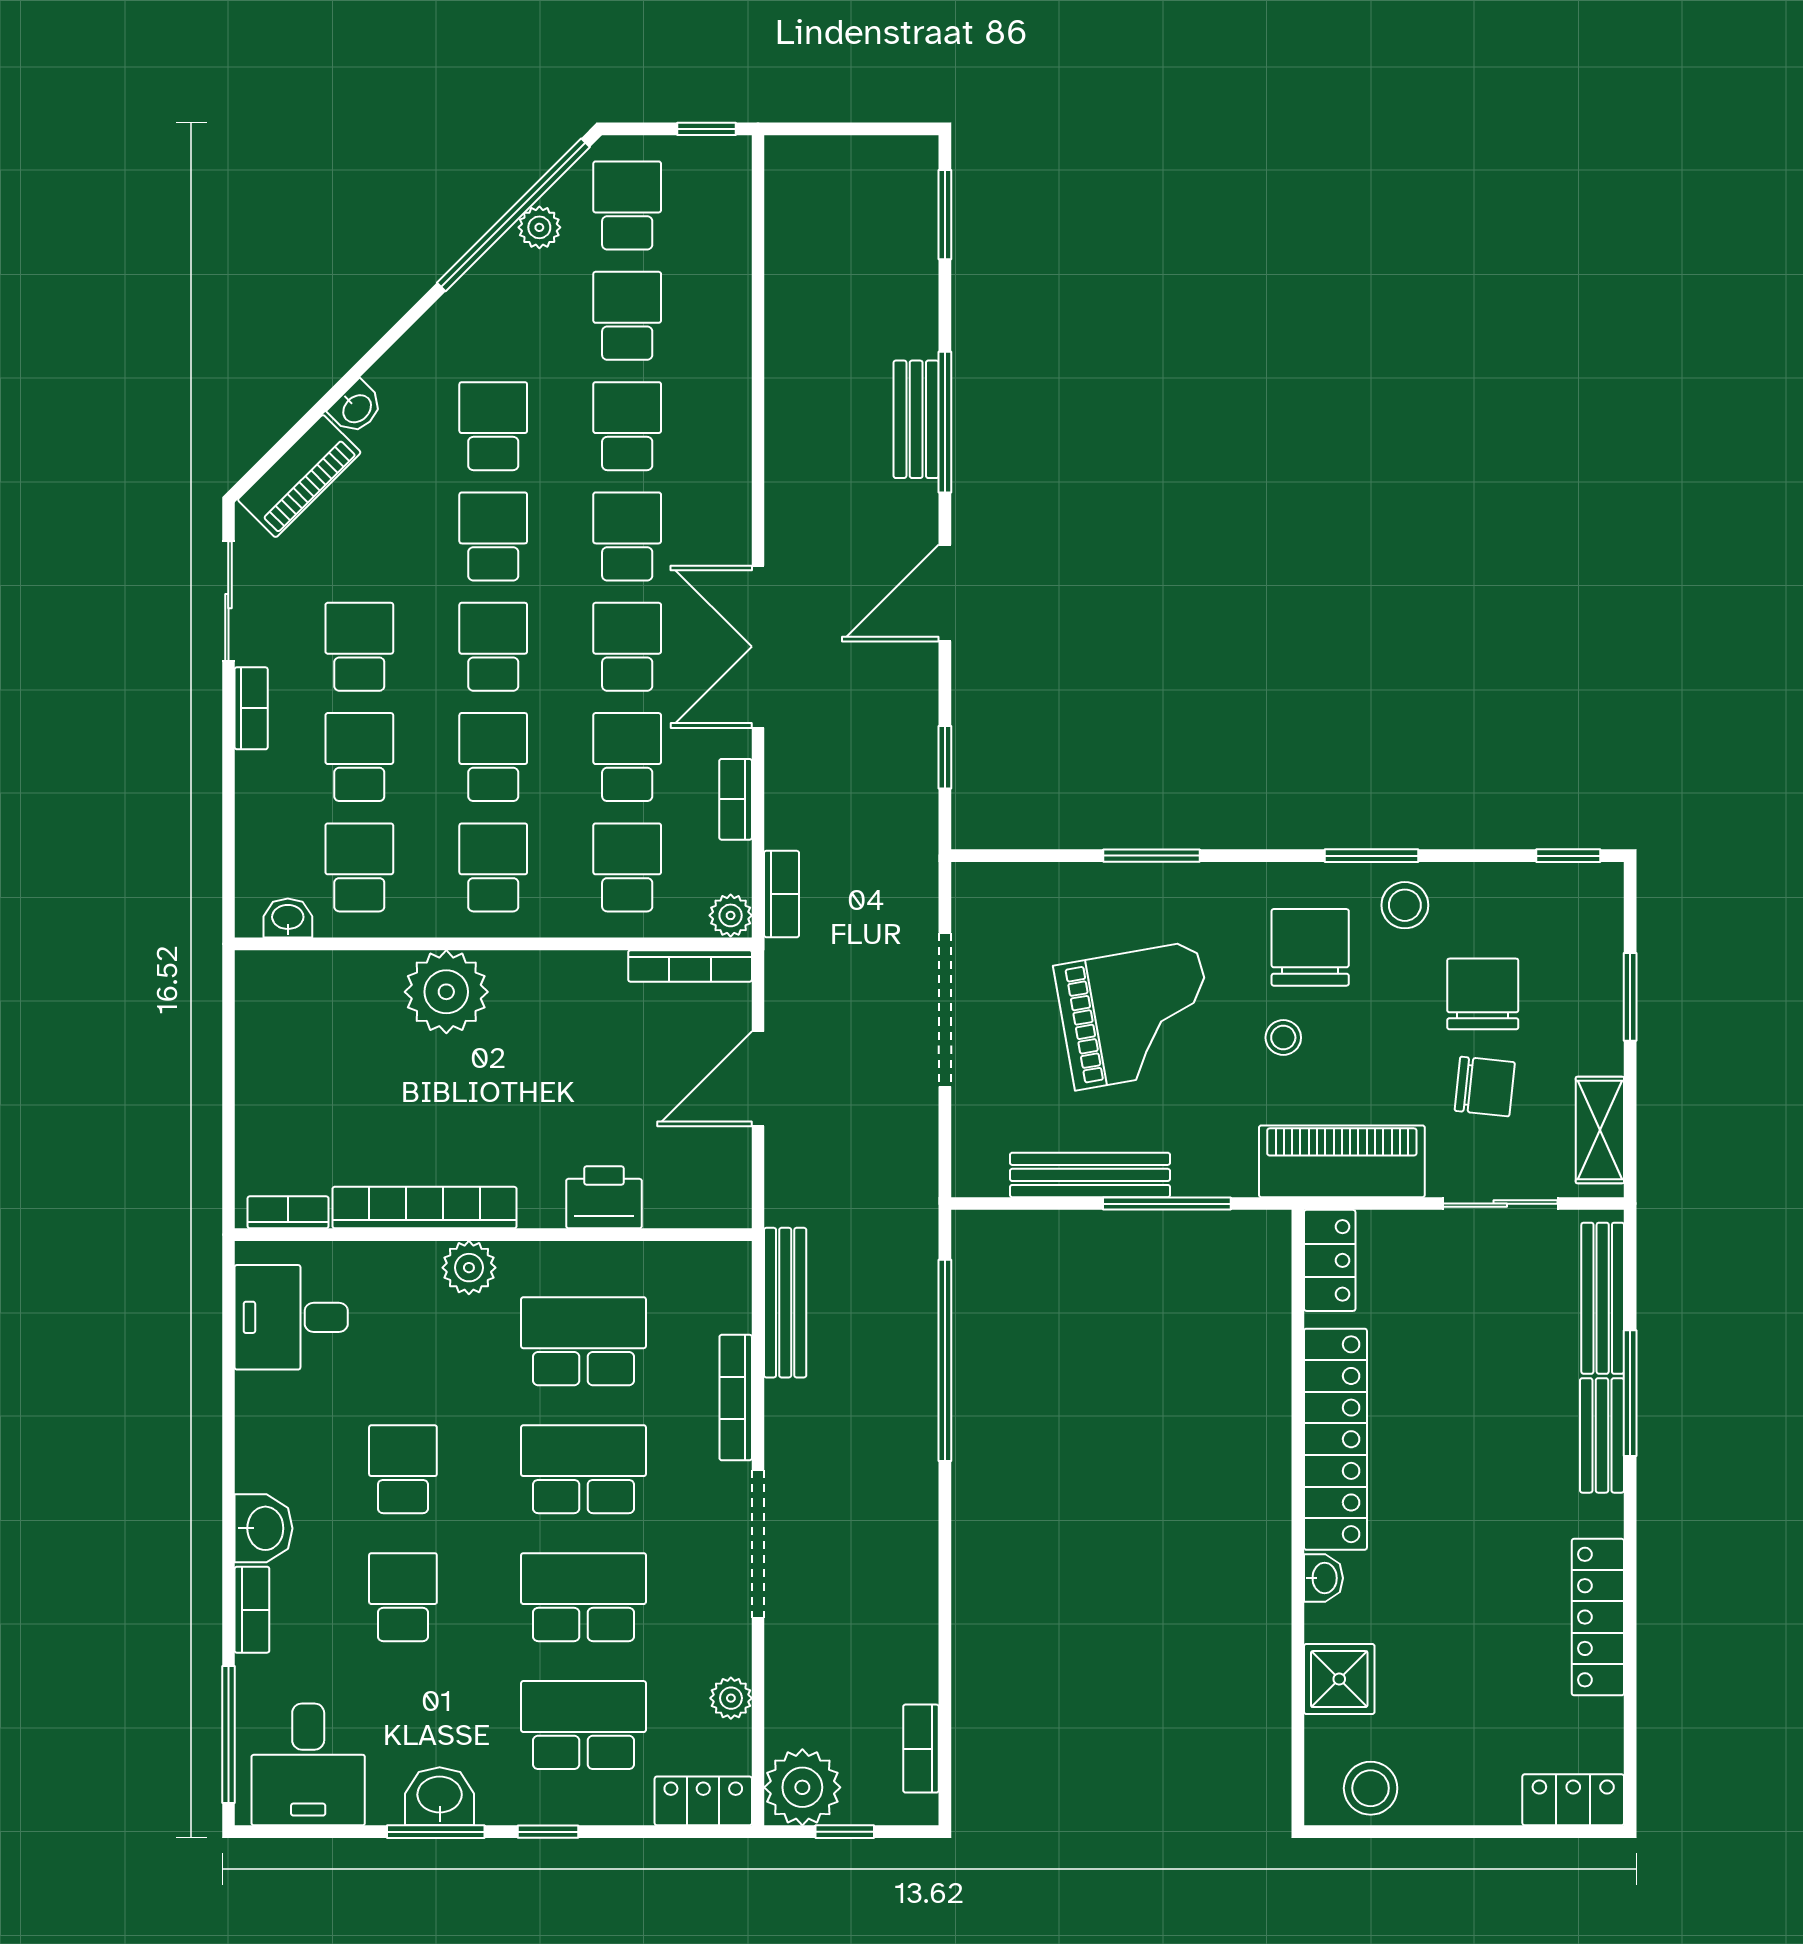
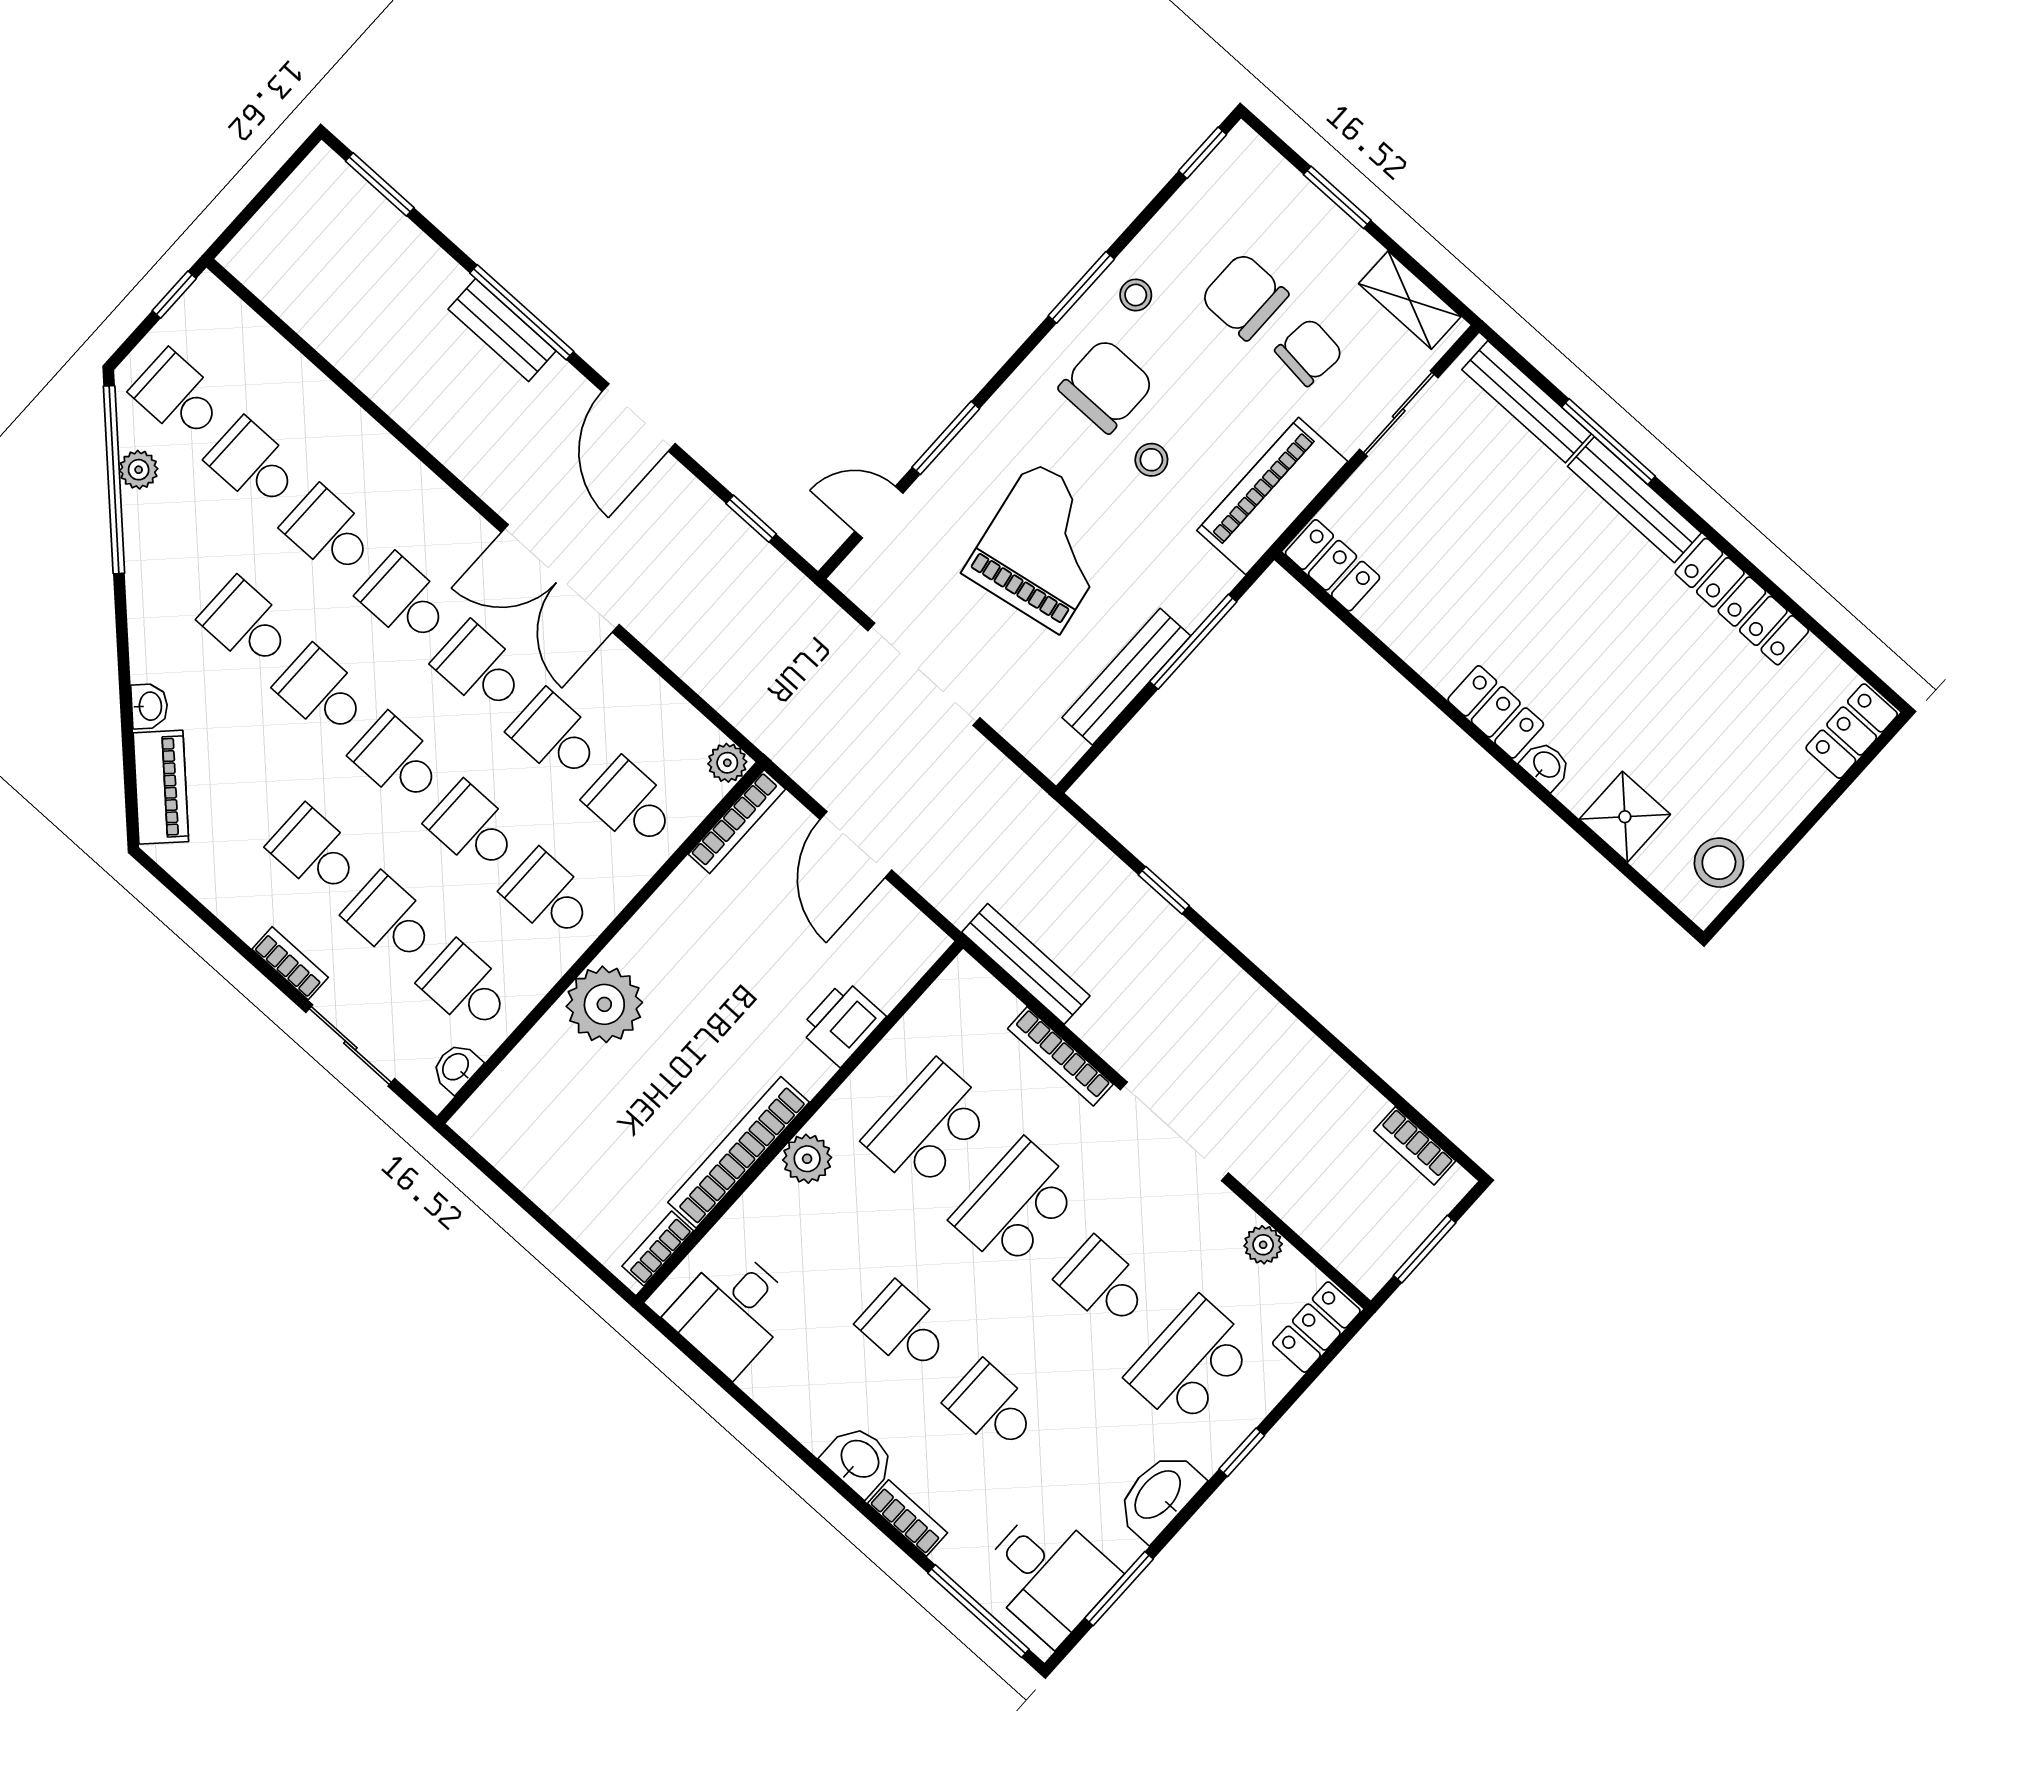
sliding door: (228, 601) -> (350, 1046), moved
bookcase: (736, 799) -> (651, 688), removed
door: (1043, 856) -> (879, 512), added
bookcase: (782, 894) -> (744, 715), removed
stool: (1405, 905) -> (1136, 295), width x0.73, depth x0.73
chair: (1310, 947) -> (1106, 386), turned 90
window: (945, 1360) -> (1164, 890), width x0.32
bench: (1602, 1435) -> (1634, 500), width x1.36
locker: (1335, 1439) -> (1496, 712), width x0.46, depth x0.83
school desk: (584, 1597) -> (1103, 1283), width x0.54
plant: (802, 1787) -> (1368, 1251), removed
washbasin: (440, 1796) -> (1159, 1496), width x1.38
window: (436, 1832) -> (1119, 1589), moved
window: (845, 1832) -> (1425, 1249), width x1.50

